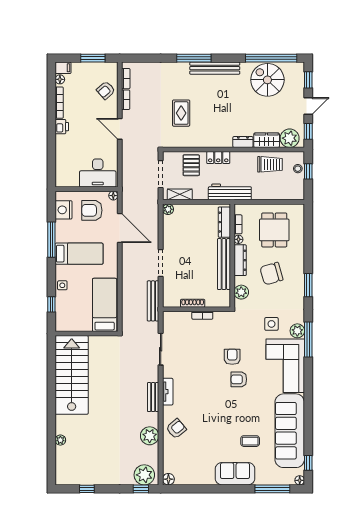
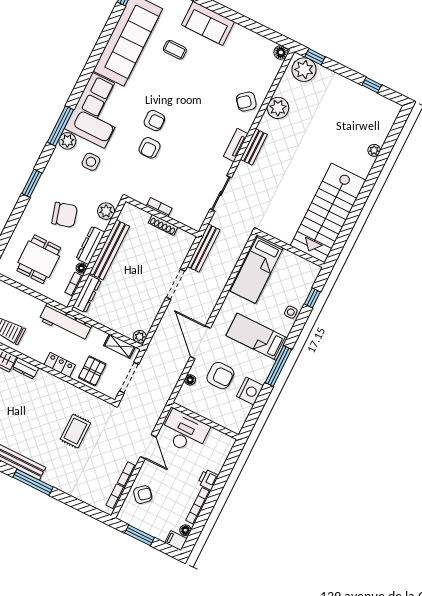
desk: (98, 173) -> (185, 432), moved
wall: (86, 189) -> (205, 421), moved

